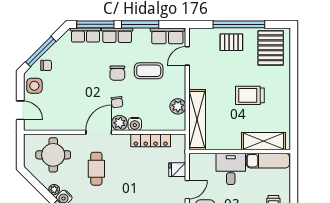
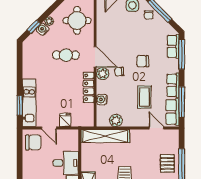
window: (140, 24) -> (182, 102), moved
row of seats: (117, 35) -> (173, 85), moved
chair: (117, 73) -> (143, 61), moved
water cooler: (135, 124) -> (102, 99), moved
locker: (151, 140) -> (89, 87), moved

